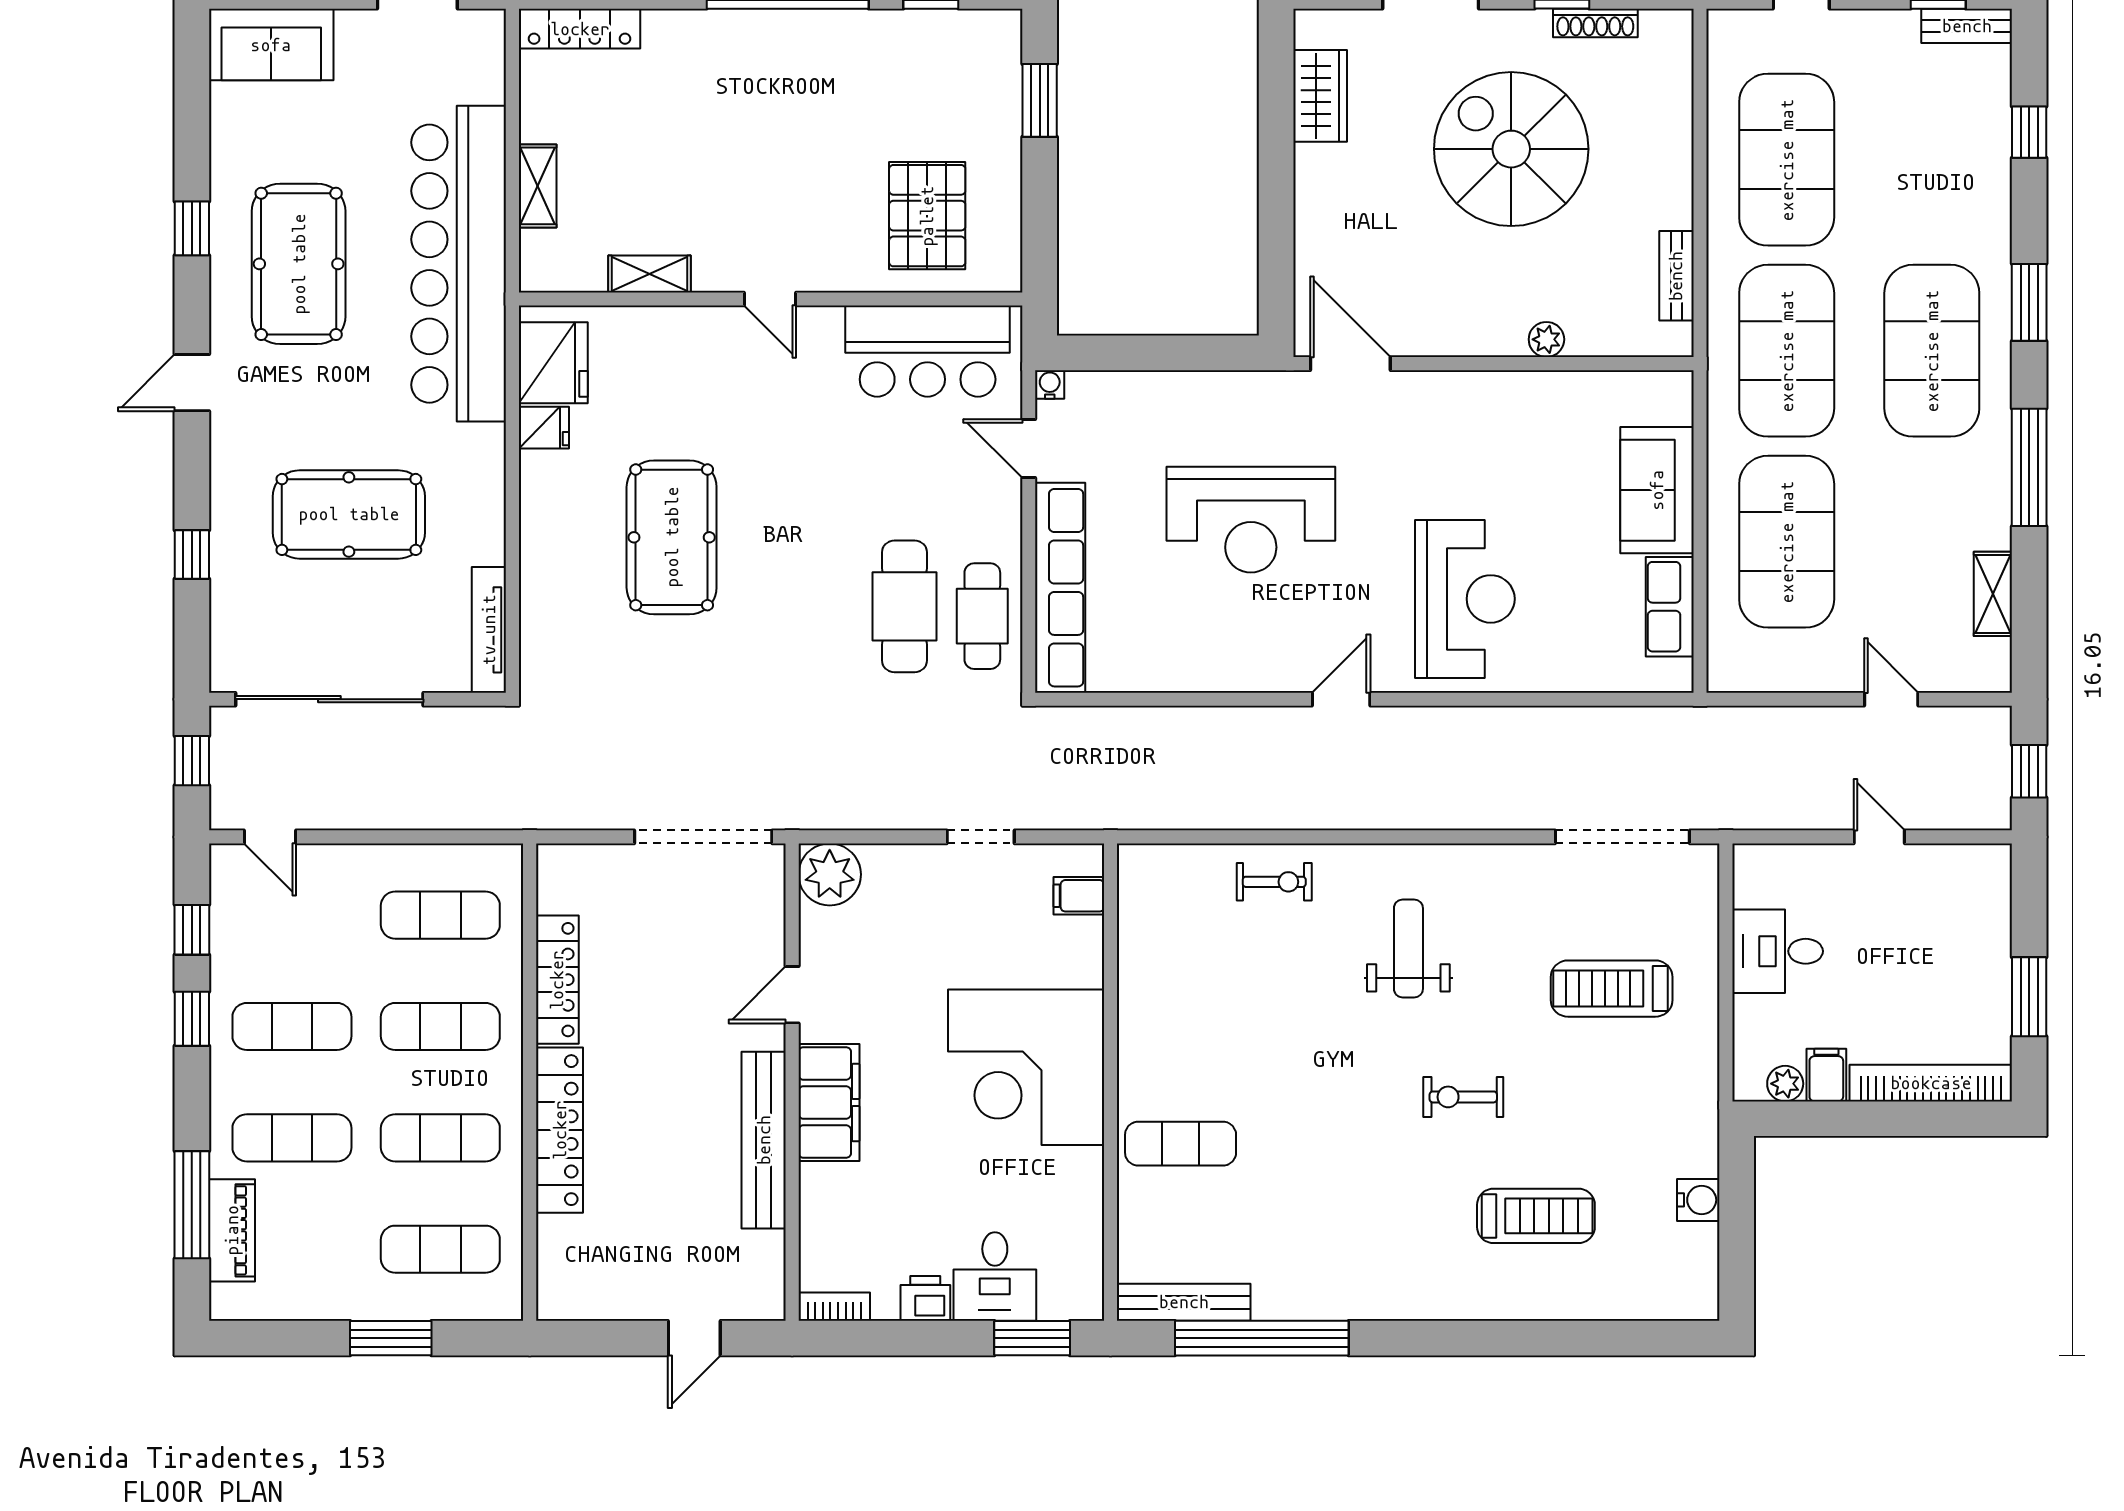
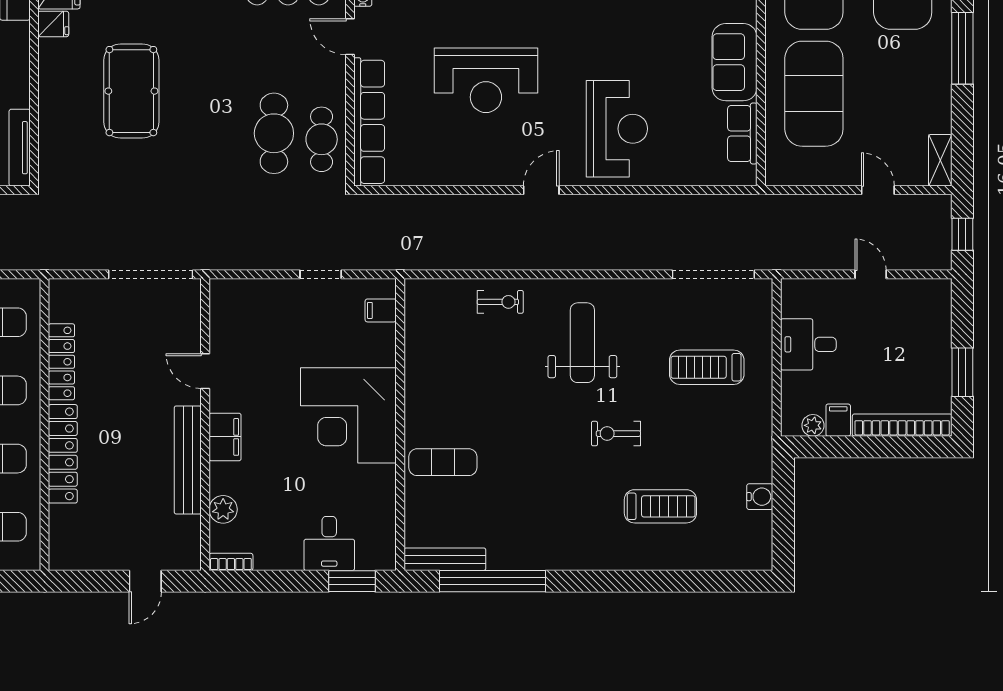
shelving: (1993, 594) -> (940, 160), moved
plant: (830, 874) -> (223, 509), moved, width x0.73, depth x0.73
weight bench: (1408, 948) -> (582, 343), width x1.36, depth x1.33
door: (792, 995) -> (205, 371), hinge flipped
filing cabinet: (829, 1103) -> (225, 437), width x0.67, depth x0.86
printer: (925, 1298) -> (287, 557), removed

